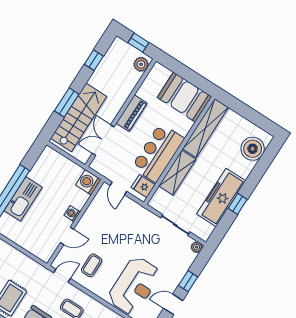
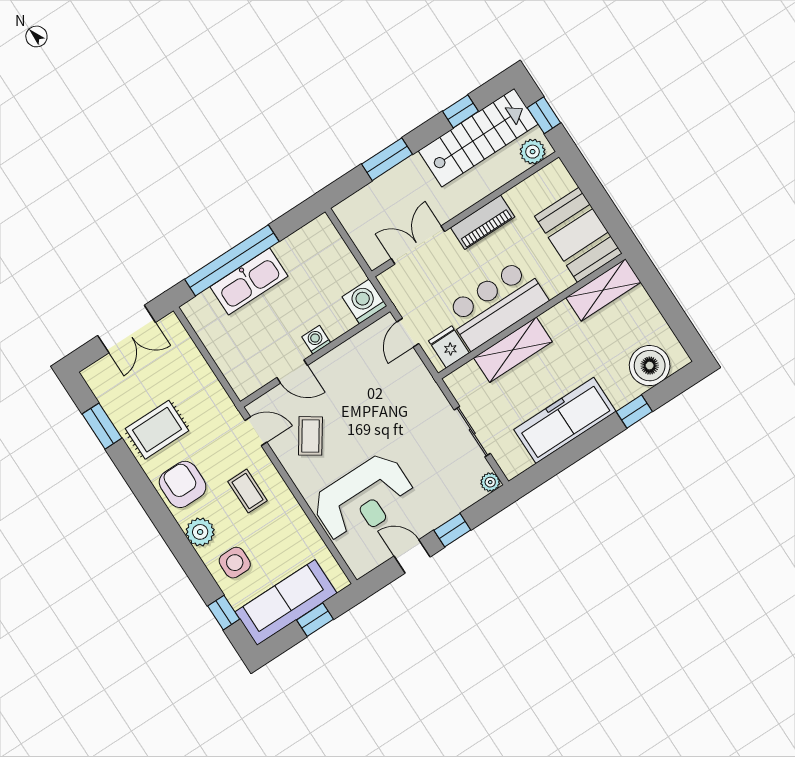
stairs: (79, 117) -> (478, 138), moved
shelving: (205, 128) -> (603, 290), width x0.68
window: (238, 204) -> (634, 412), moved
coffee table: (92, 265) -> (310, 436), turned -56

